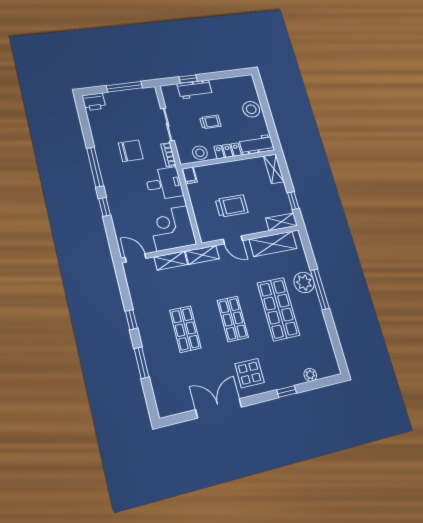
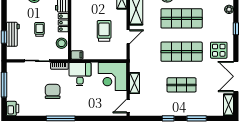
window: (104, 207) -> (90, 118), removed
shelving: (202, 255) -> (228, 105), moved
shop shelf: (233, 319) -> (182, 52), width x1.43, depth x1.36

